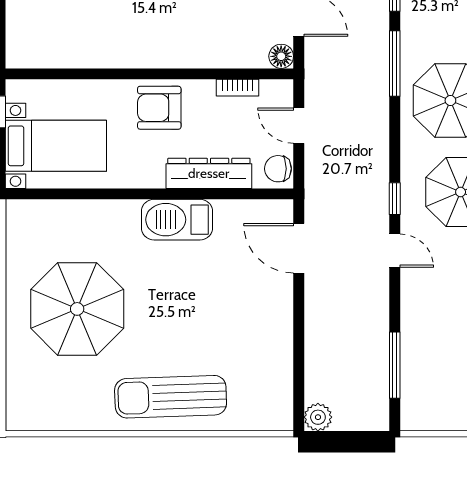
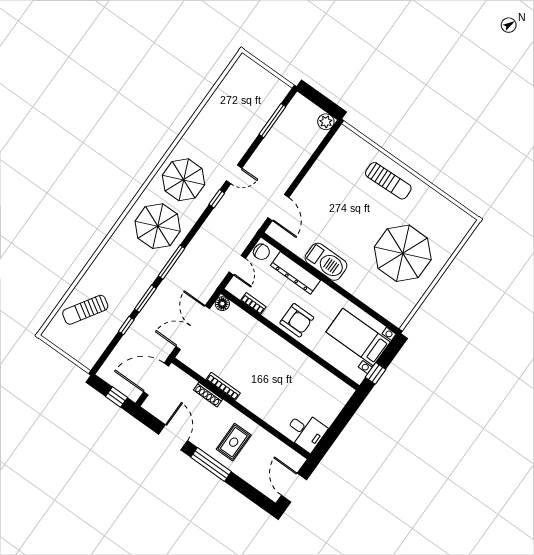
door: (395, 251) -> (234, 174), swing flipped
sun lounger: (171, 397) -> (388, 181), width x0.73, depth x0.75

